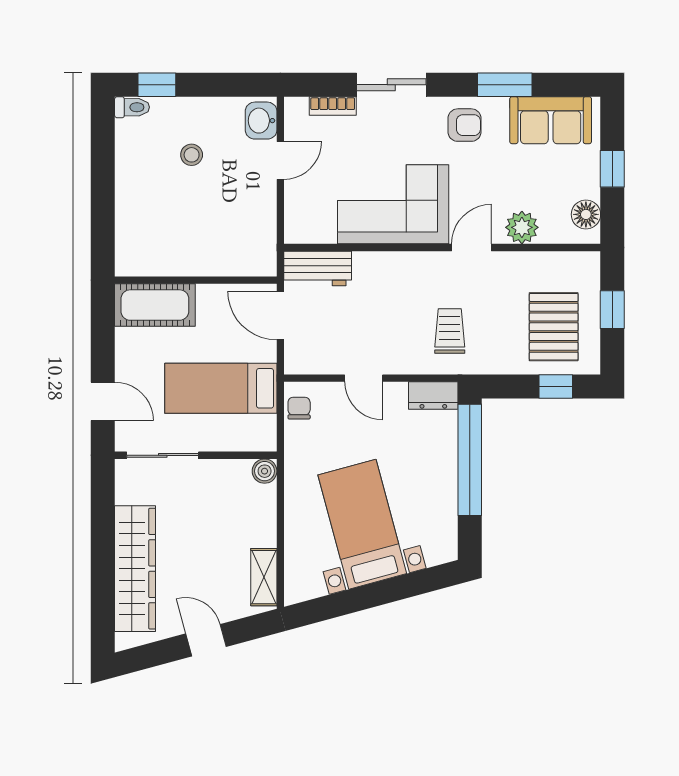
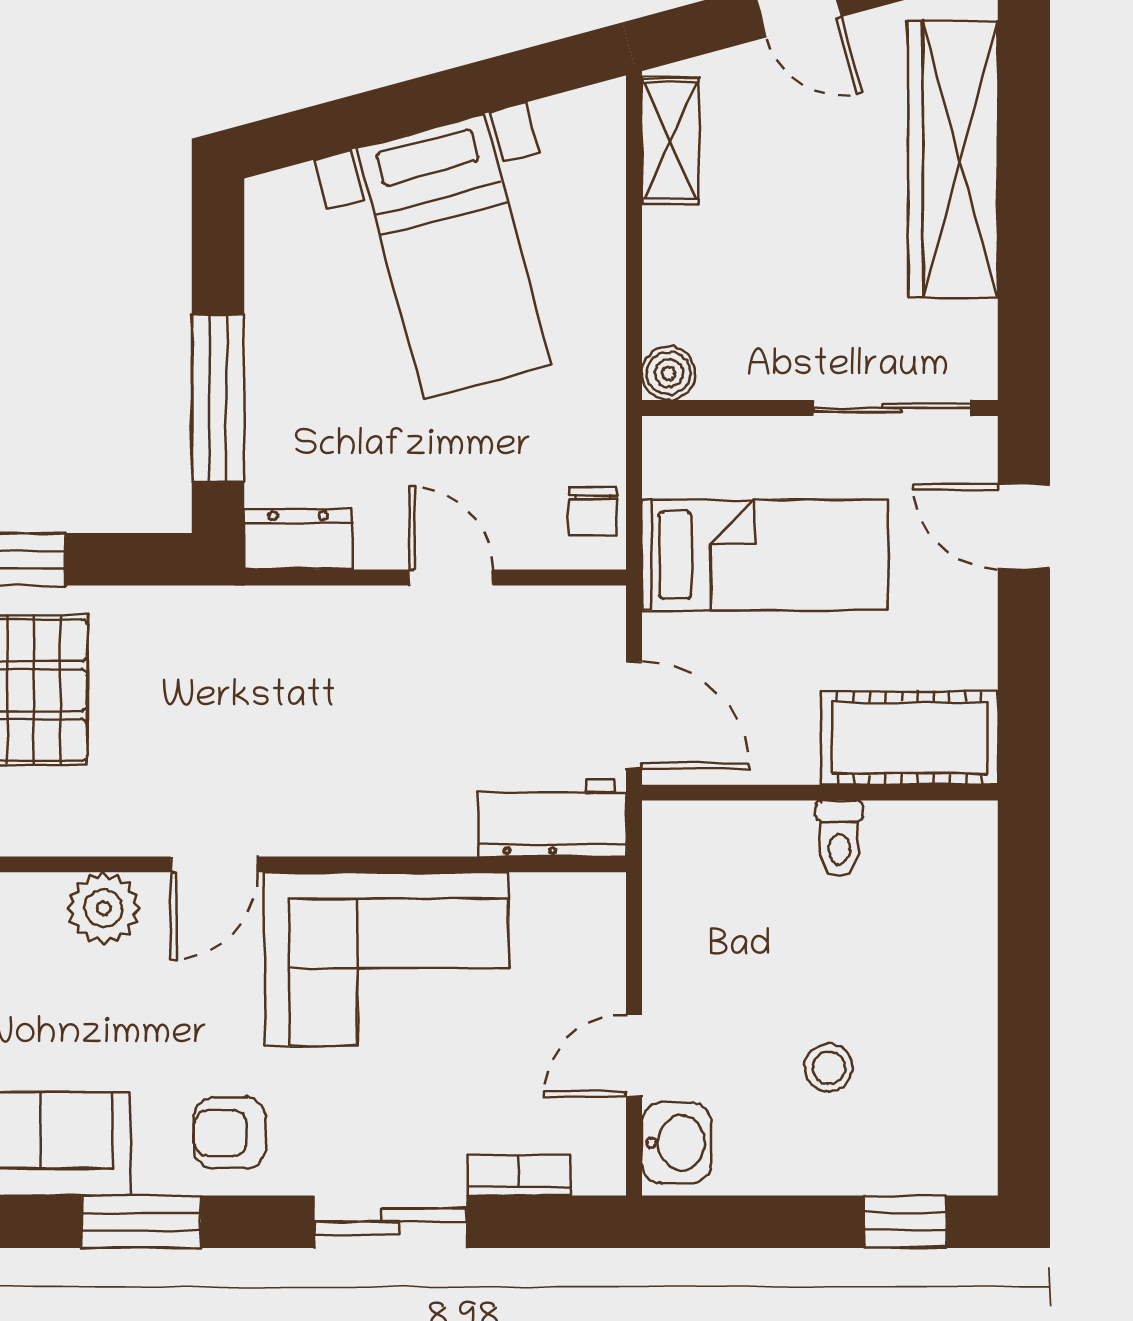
toilet: (132, 107) -> (839, 839), moved, turned -90
trolley: (450, 331) -> (262, 681), removed
window: (470, 460) -> (218, 398), width x0.68

